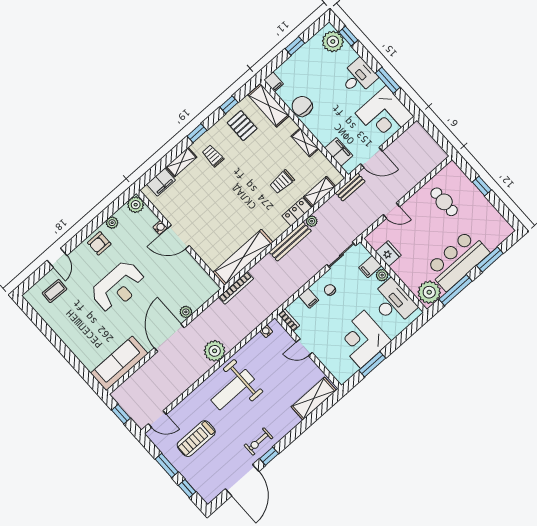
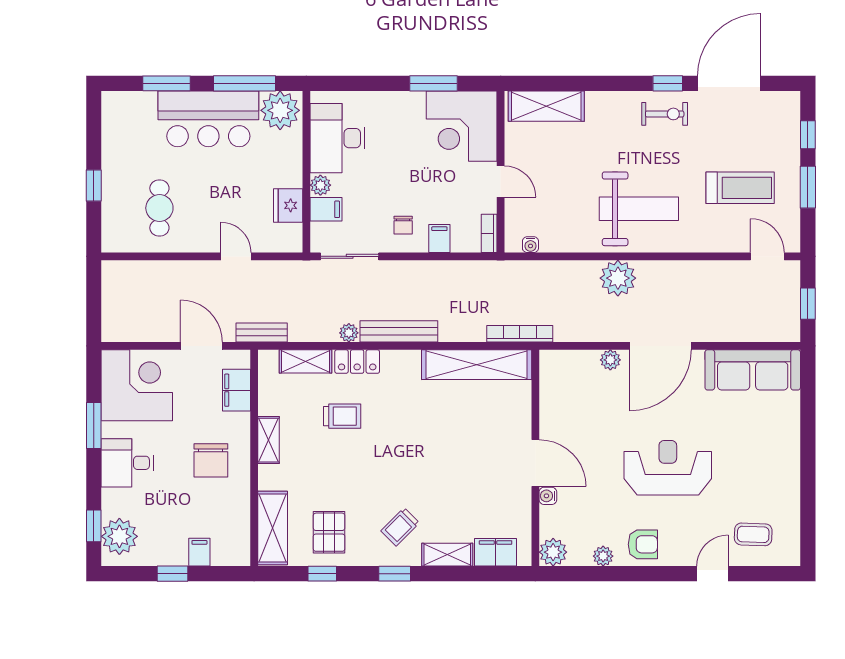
filing cabinet: (274, 82) -> (199, 552), moved
chair: (302, 106) -> (211, 460), moved
trolley: (213, 156) -> (400, 527), turned 45
corner desk: (362, 339) -> (462, 126), moved, turned 90

